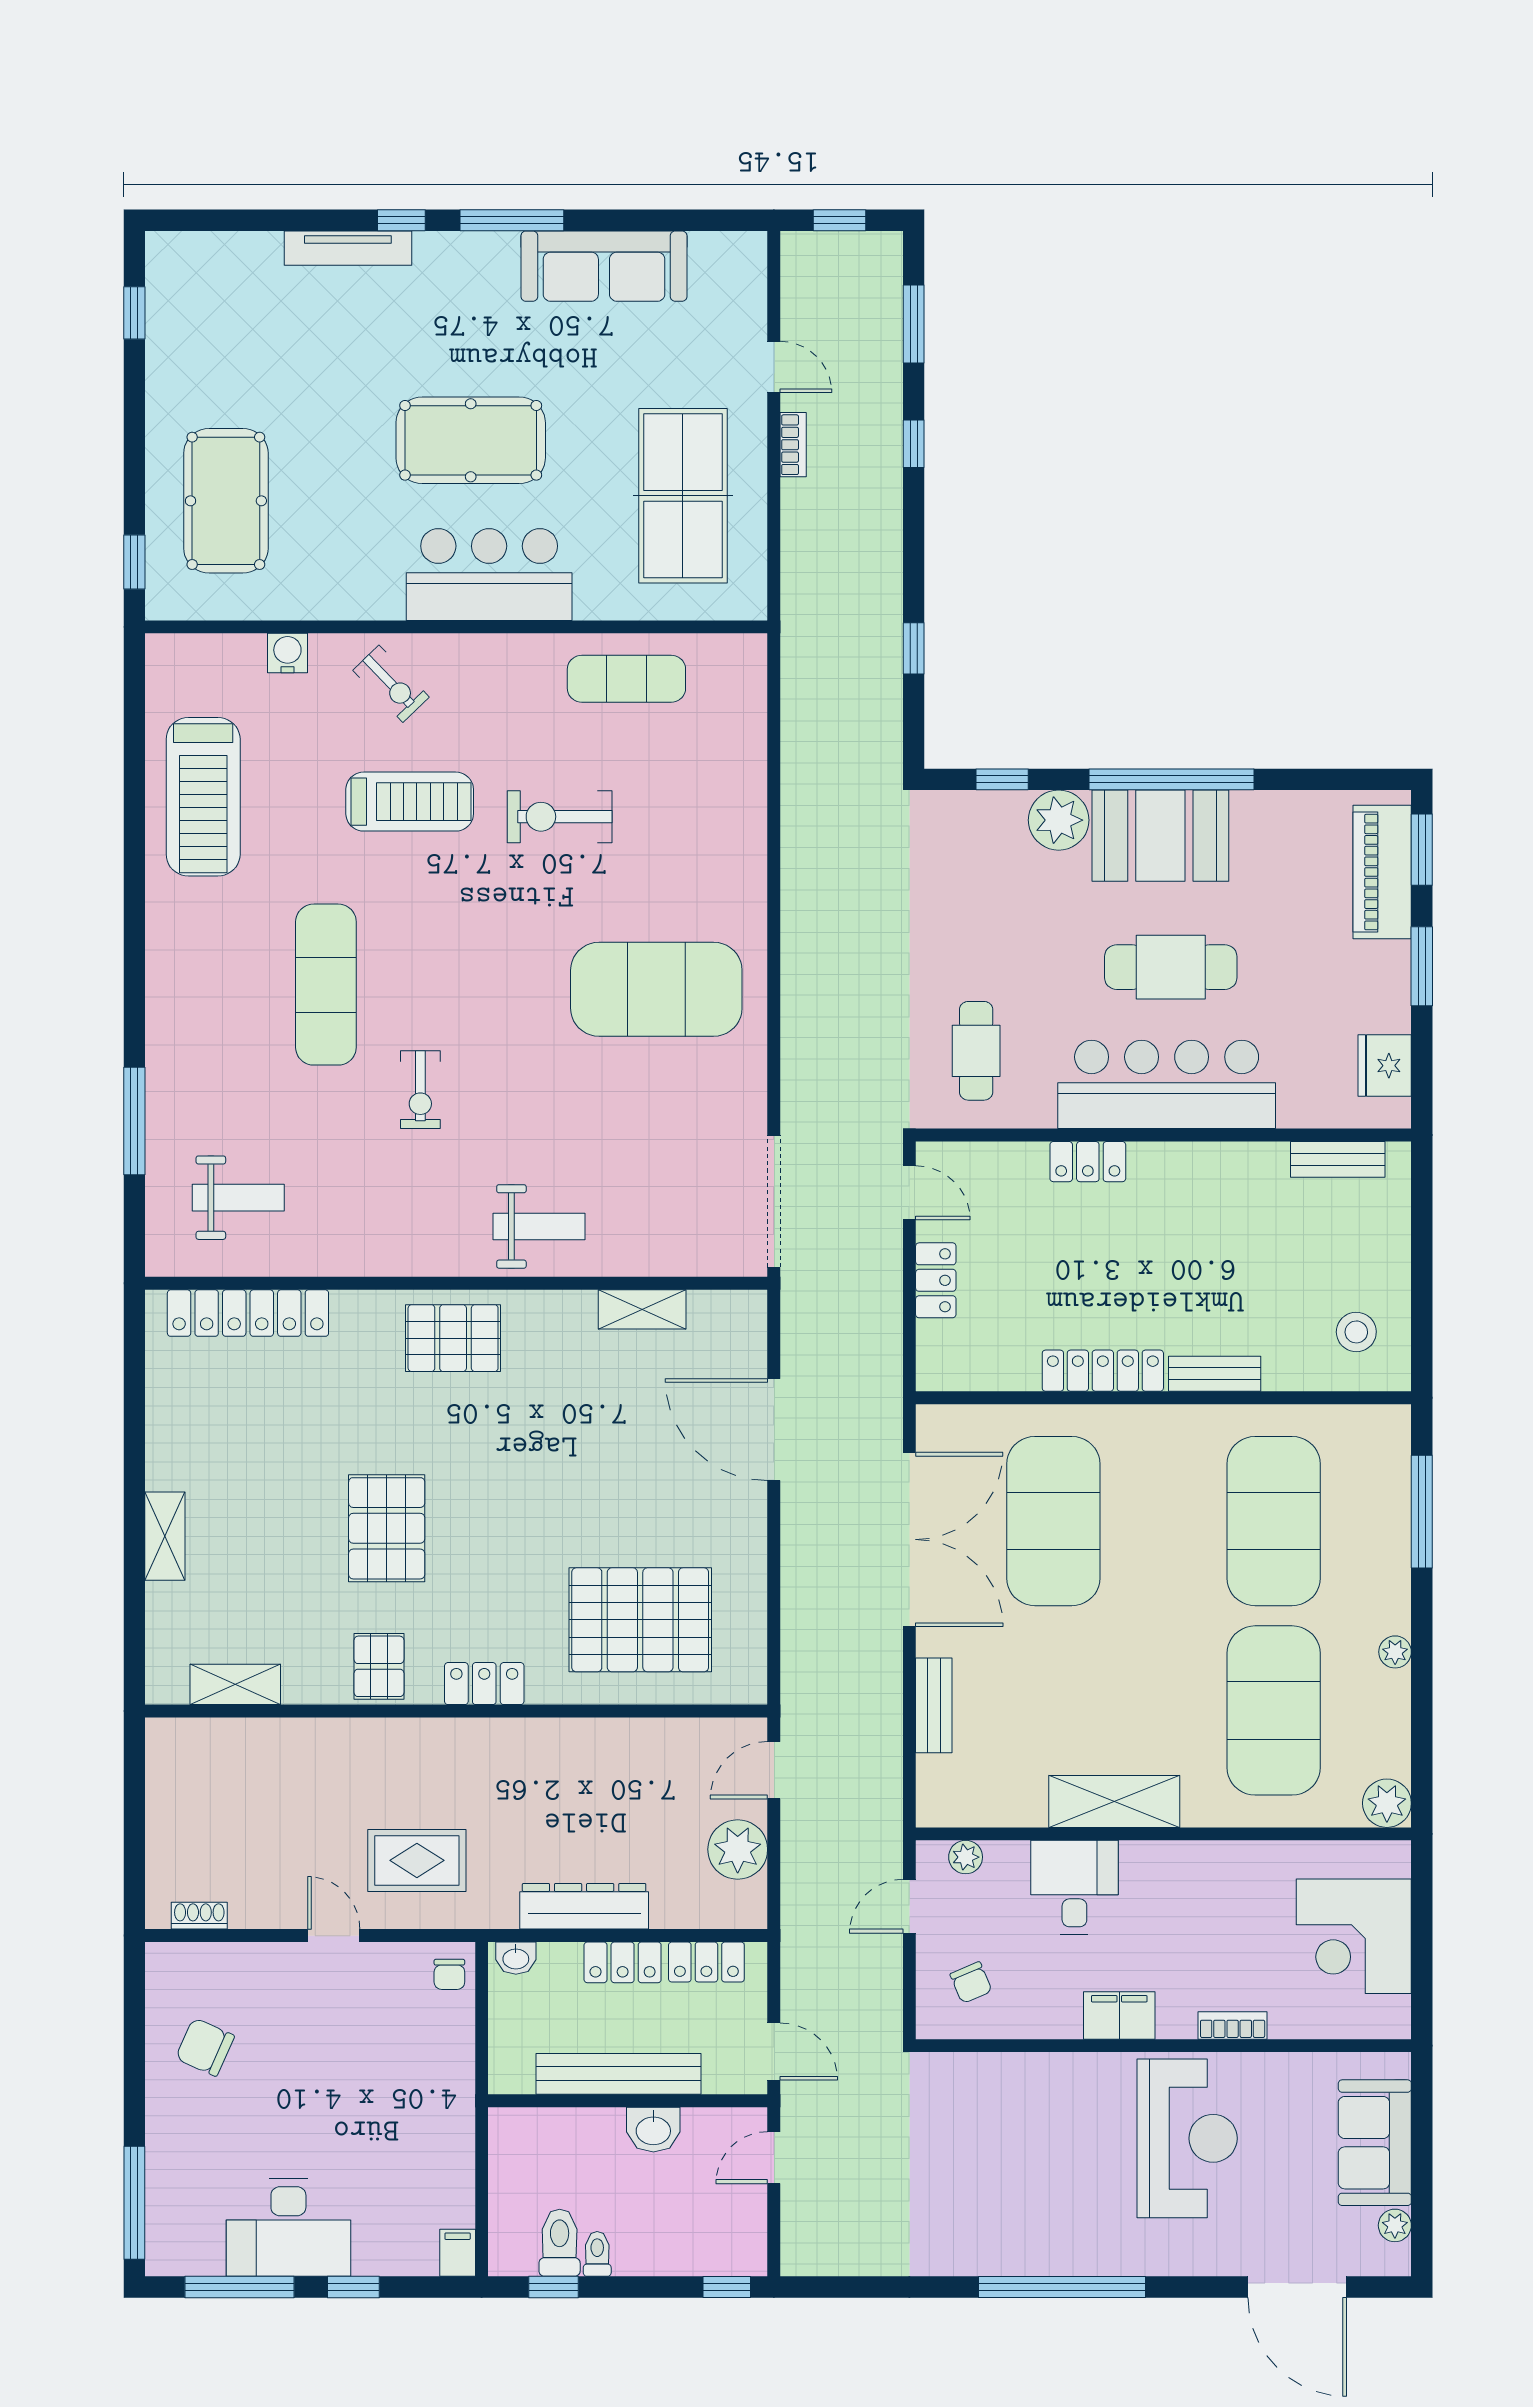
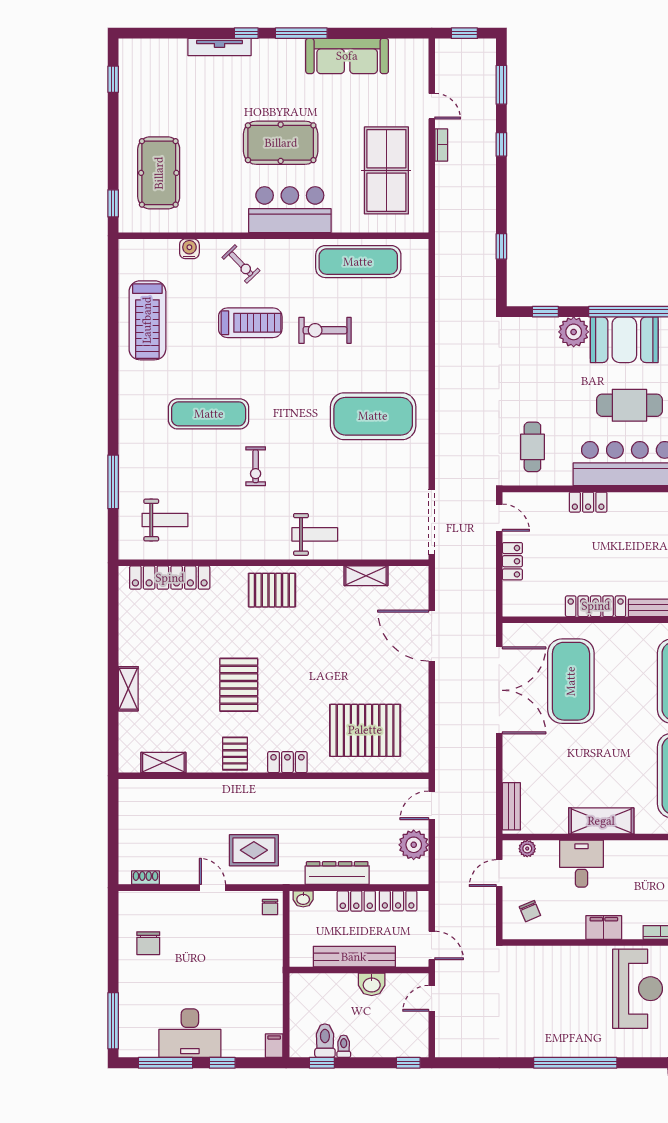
exercise mat: (626, 679) -> (358, 262), width x1.36, depth x1.45
exercise mat: (326, 985) -> (209, 414), turned 90
bench: (934, 1705) -> (511, 806), moved
chair: (205, 2047) -> (148, 943), turned -114

